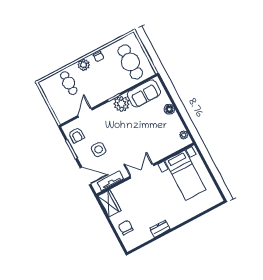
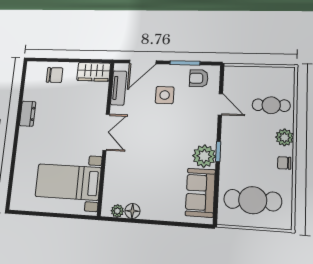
floor lamp: (169, 109) -> (132, 211), moved

